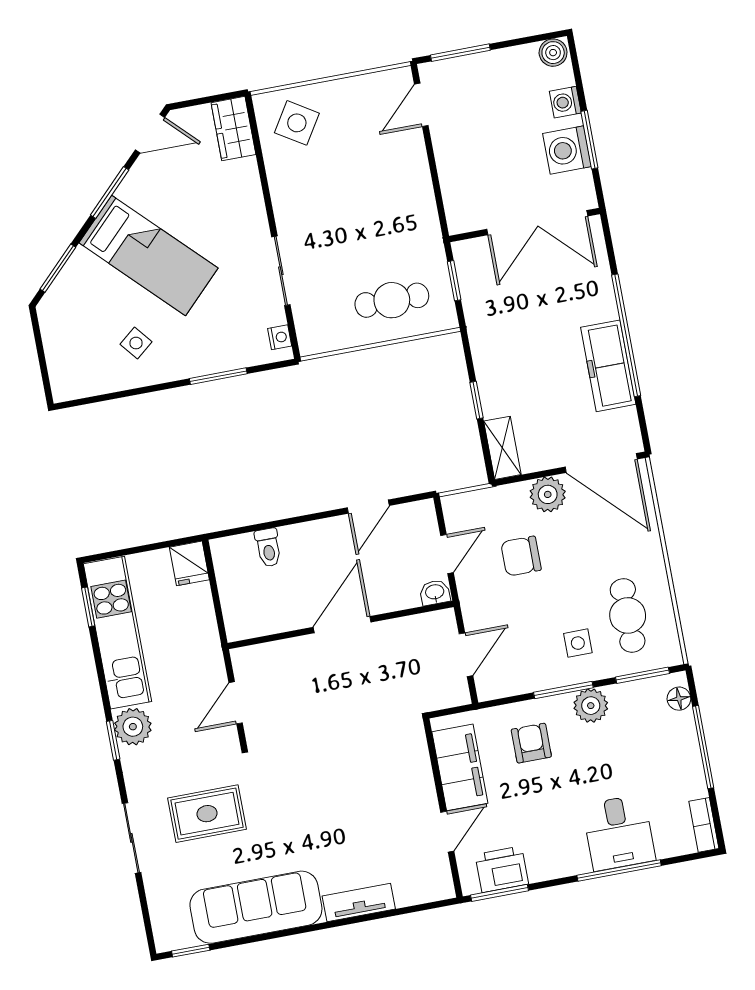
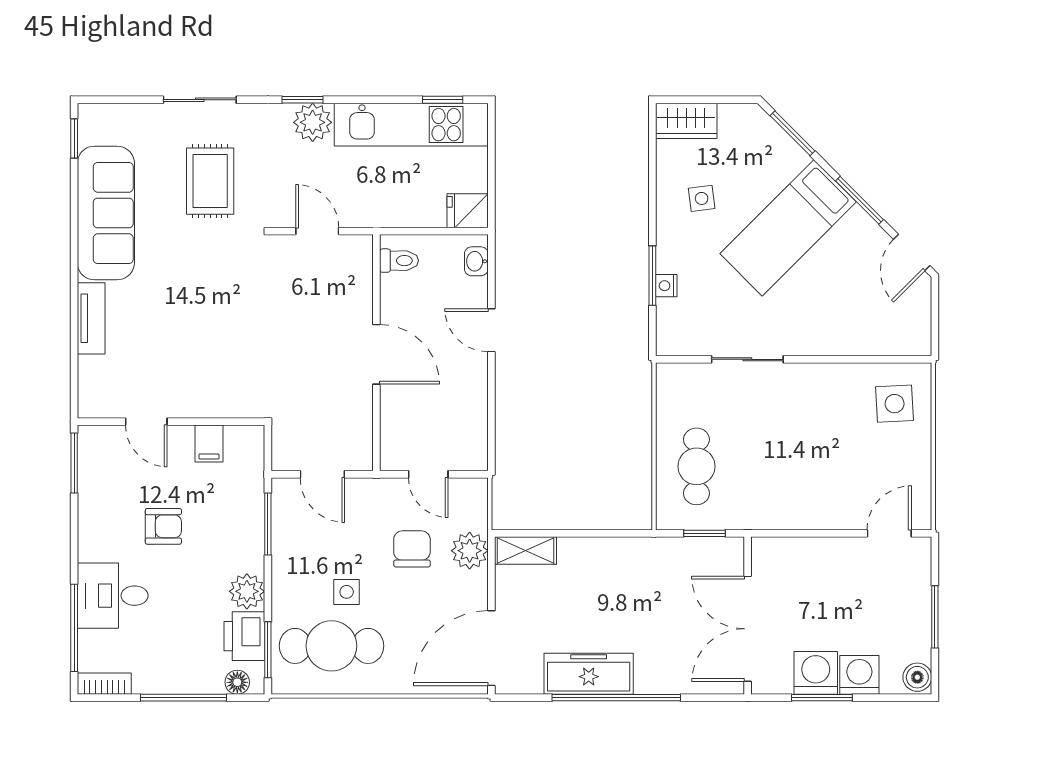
window: (460, 53) -> (935, 617), moved
washing machine: (565, 102) -> (859, 675), width x1.38, depth x1.38
door: (421, 105) -> (889, 533), hinge flipped
side table: (297, 123) -> (895, 404), turned -35
wardrobe: (233, 129) -> (686, 121), moved, turned 180
nightstand: (280, 337) -> (666, 286), moved, turned 90
side table: (136, 343) -> (702, 198), turned 32
window: (476, 400) -> (579, 533), removed
plant: (548, 494) -> (470, 551), moved
door: (368, 507) -> (491, 330), moved
toilet: (268, 548) -> (399, 261), moved, turned 180
washbasin: (435, 592) -> (476, 261), moved, turned 180
cafe table: (628, 615) -> (331, 646), width x1.37, depth x1.35
side table: (578, 643) -> (347, 592), moved
window: (563, 690) -> (268, 524), moved
armchair: (531, 743) -> (163, 526), moved
filing cabinet: (460, 767) -> (209, 443), width x0.33, depth x0.86
printer: (502, 869) -> (244, 636), moved, turned 180
window: (619, 870) -> (74, 628), moved

